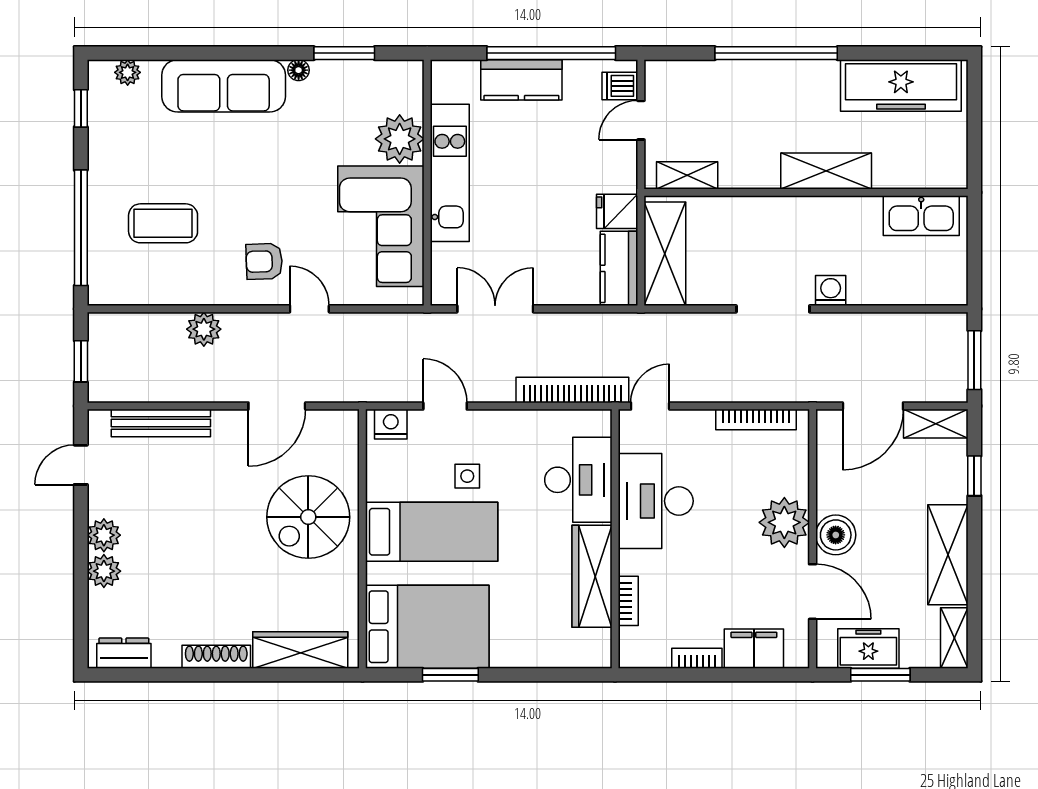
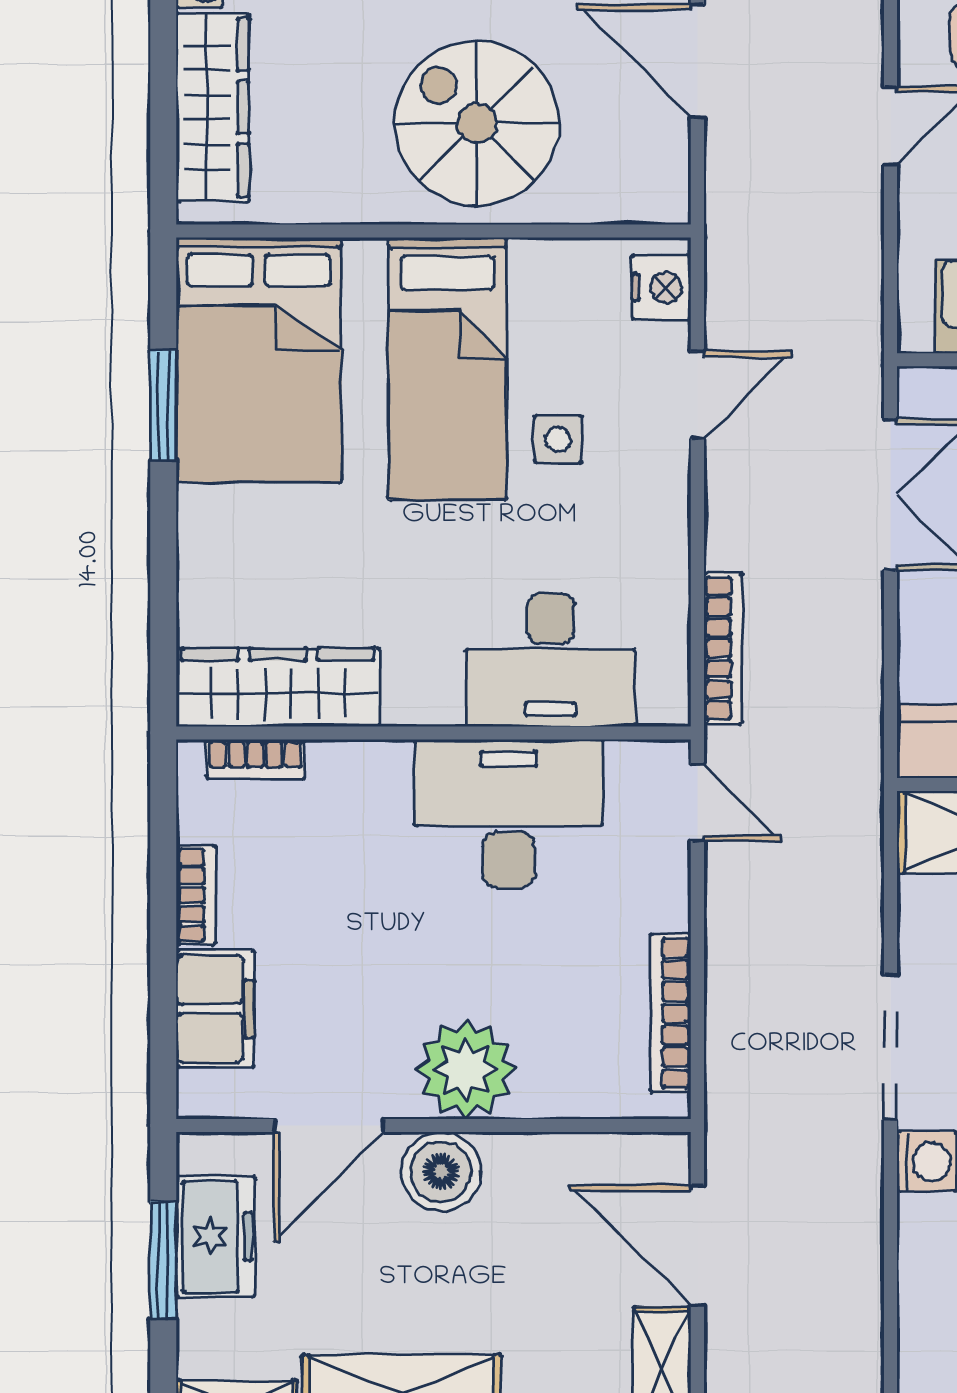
bookcase: (572, 390) -> (723, 648), width x0.68, depth x0.76
wardrobe: (592, 576) -> (278, 687), moved
bookcase: (628, 601) -> (255, 759), moved

